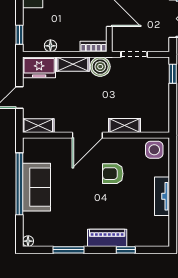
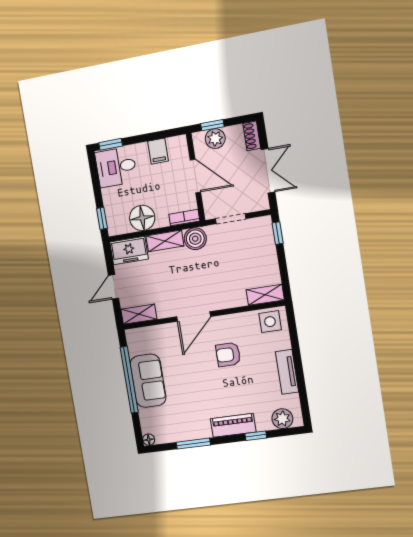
floor lamp: (50, 46) -> (142, 218), width x1.89, depth x1.89
shelving: (124, 126) -> (265, 295), moved
plant: (152, 237) -> (282, 419), added

